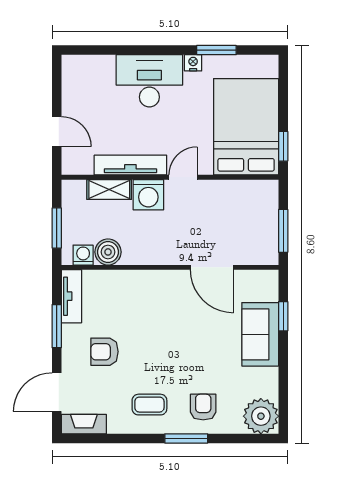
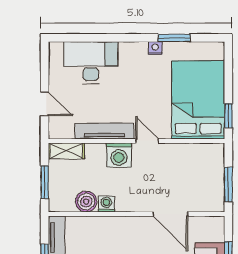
desk: (149, 81) -> (91, 63), moved
door: (183, 177) -> (147, 141), hinge flipped
shelving: (109, 189) -> (66, 151), moved
washing machine: (83, 255) -> (106, 204), moved

